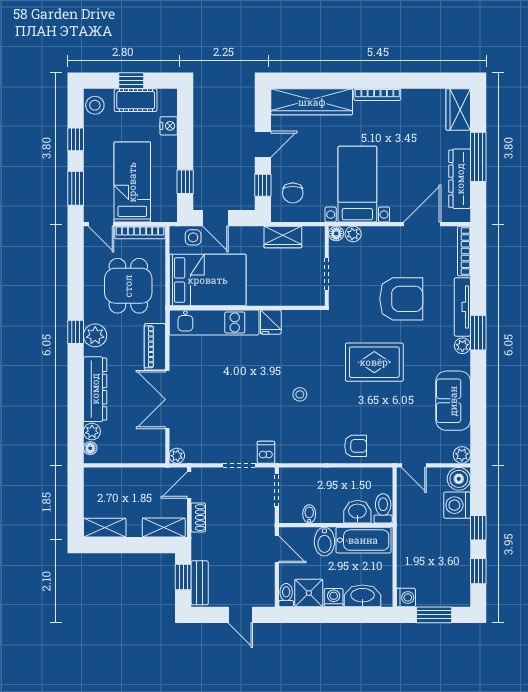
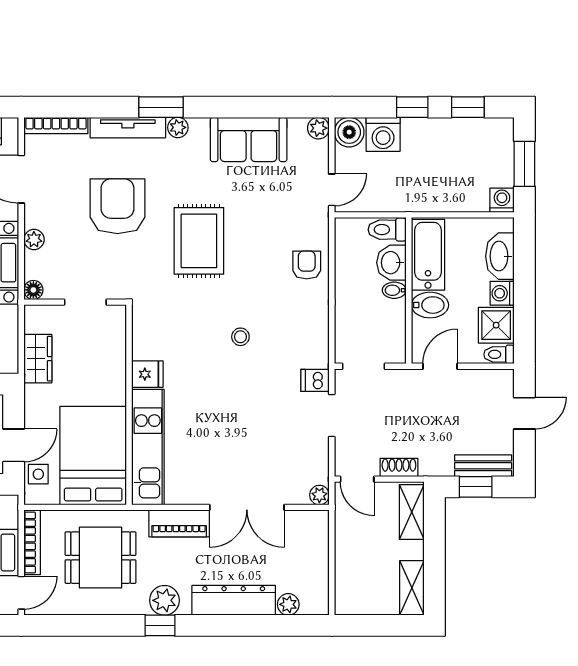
plant: (353, 234) -> (34, 239), moved
floor lamp: (90, 448) -> (310, 607), removed
bidet: (309, 514) -> (394, 290), moved

